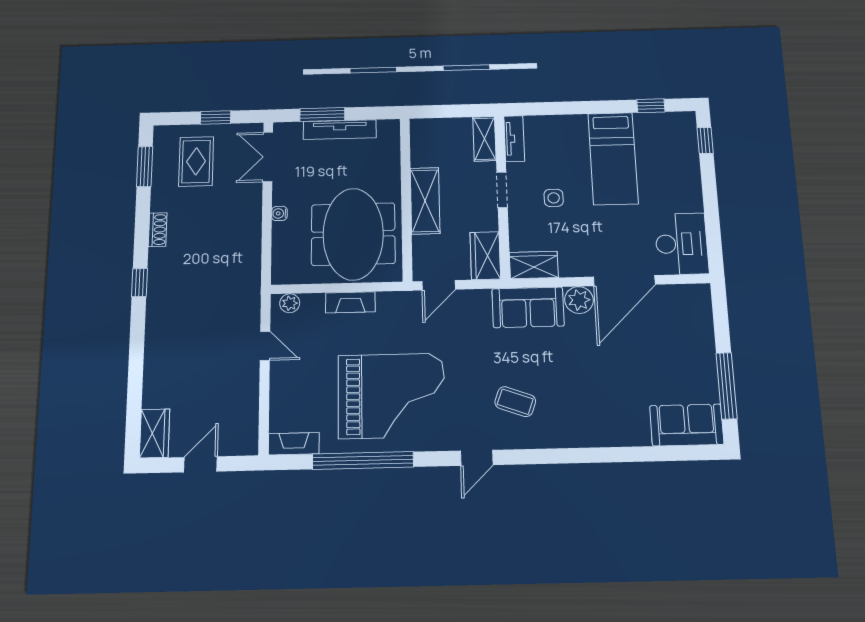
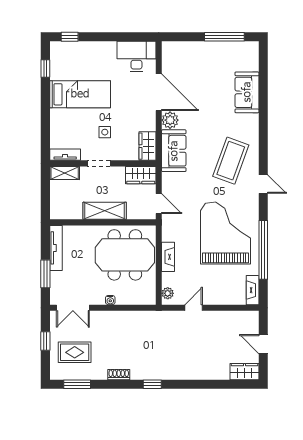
tv unit: (340, 130) -> (56, 248), moved
coffee table: (515, 402) -> (231, 161), width x1.86, depth x1.72
sofa: (687, 425) -> (247, 92), moved

